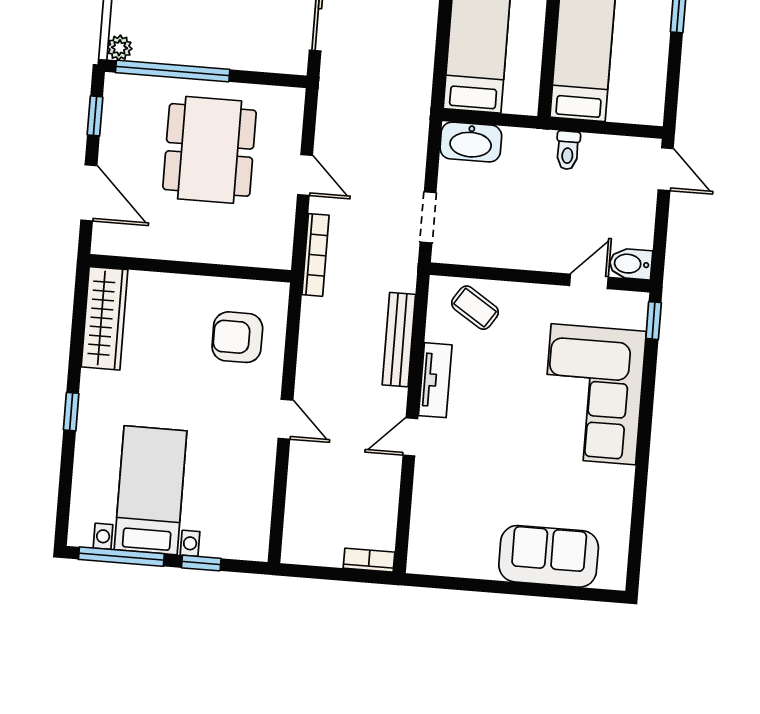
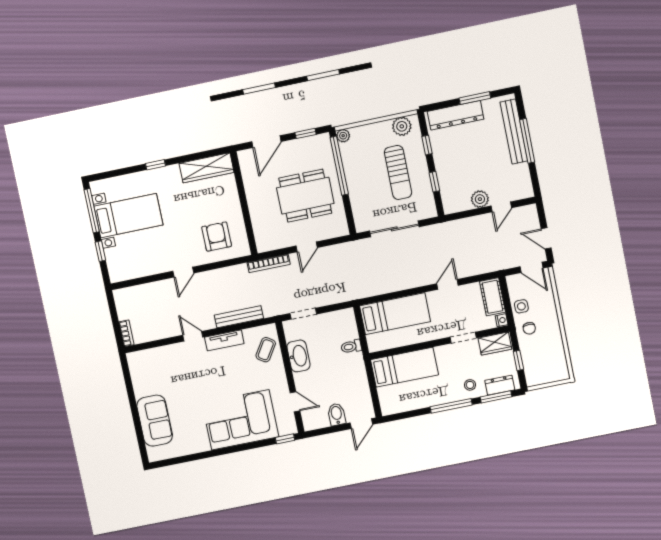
washbasin: (471, 142) -> (298, 356), moved, turned 180
toilet: (568, 150) -> (351, 347), moved
bidet: (631, 264) -> (337, 414), moved

